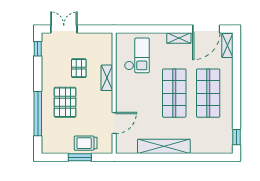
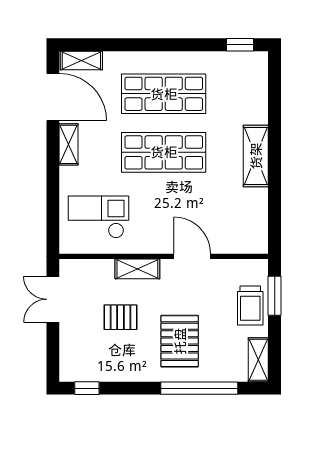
double door: (64, 29) -> (53, 299), moved
pallet: (65, 102) -> (180, 341), turned 90
door: (114, 123) -> (192, 256), moved
shelving: (164, 146) -> (256, 156), width x0.68
shelving: (54, 148) -> (258, 360), added
window: (80, 157) -> (275, 296), moved

